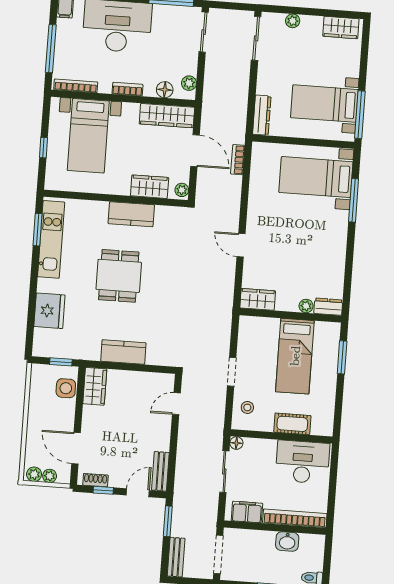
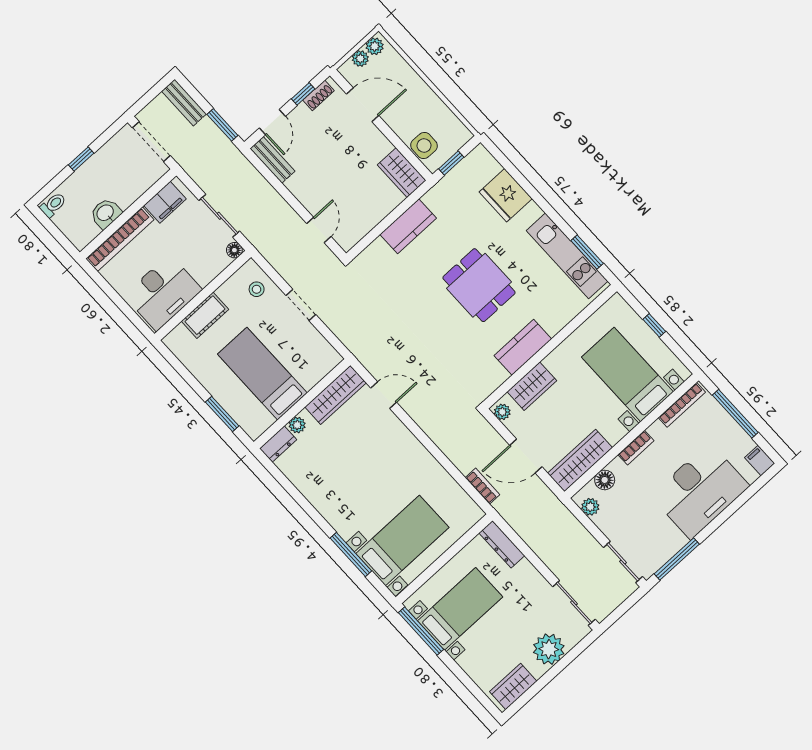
plant: (293, 21) -> (549, 649), width x1.88, depth x1.88
door: (241, 245) -> (384, 395), moved
wardrobe: (258, 299) -> (336, 395), width x1.50

